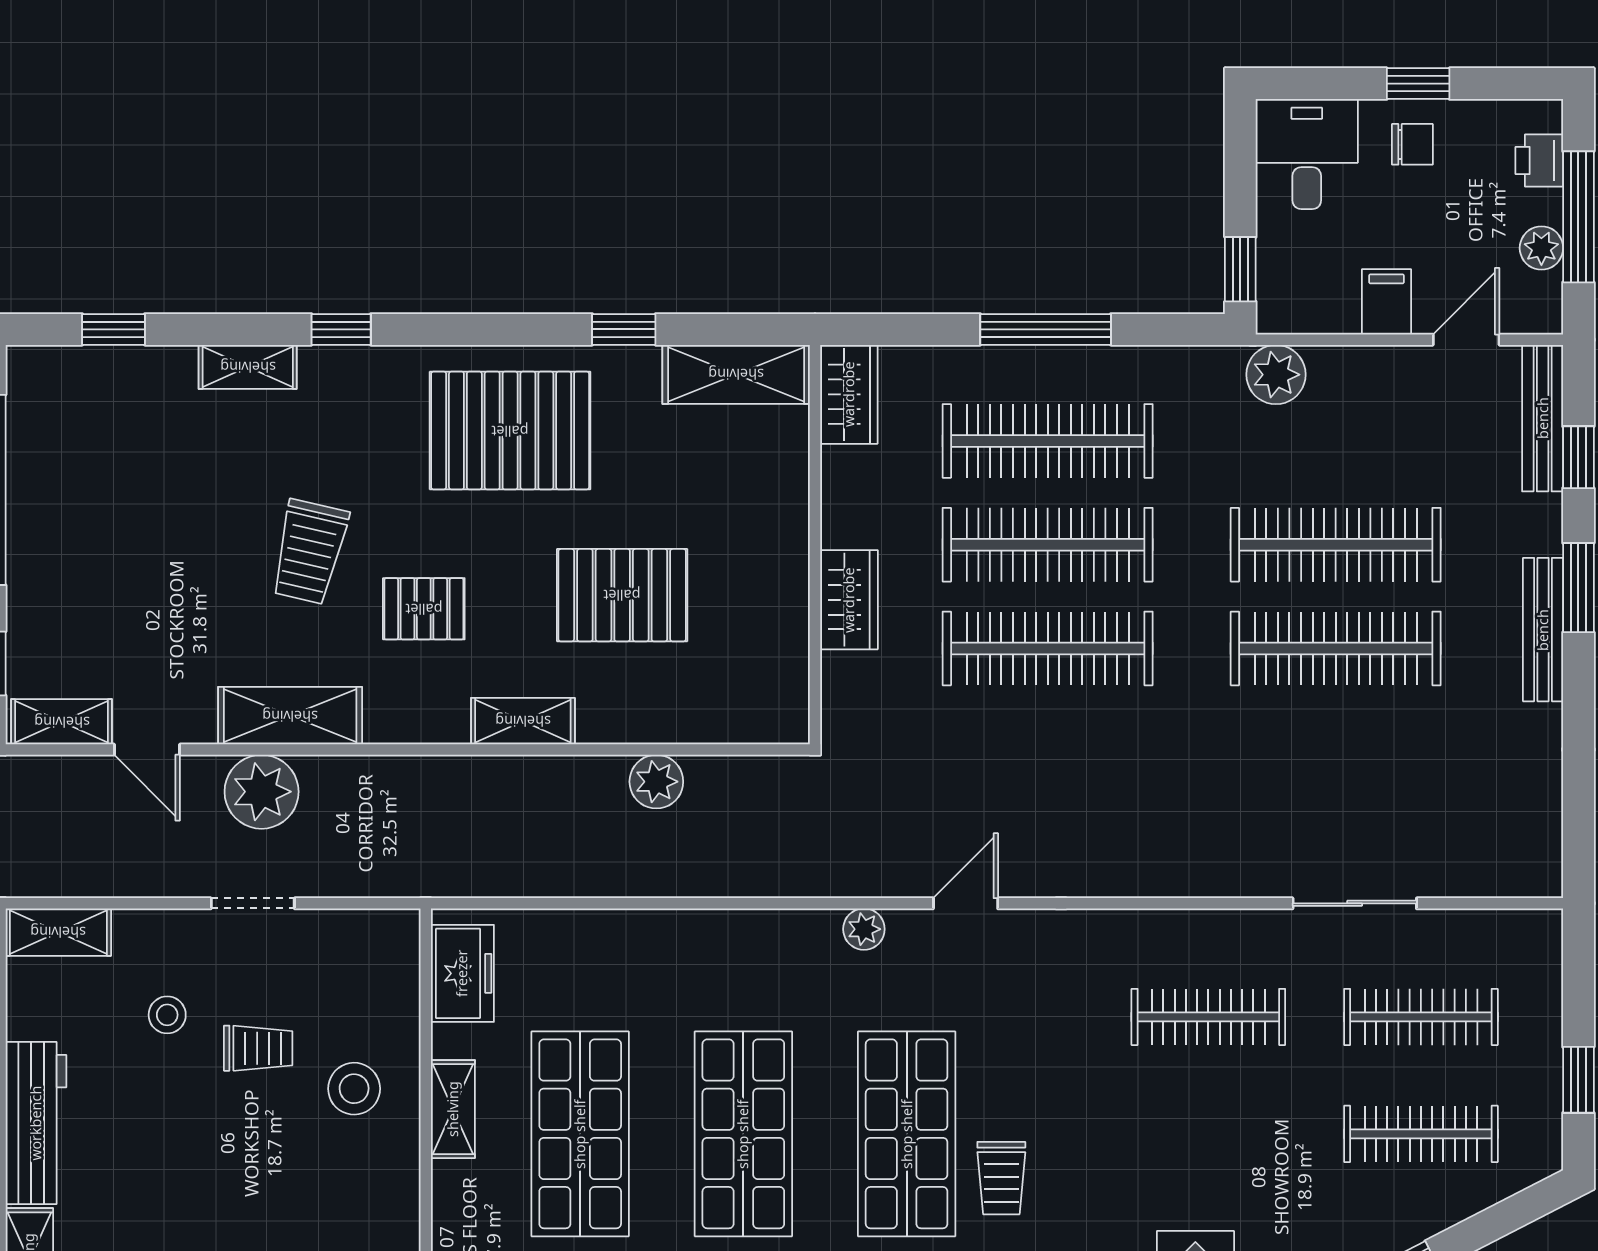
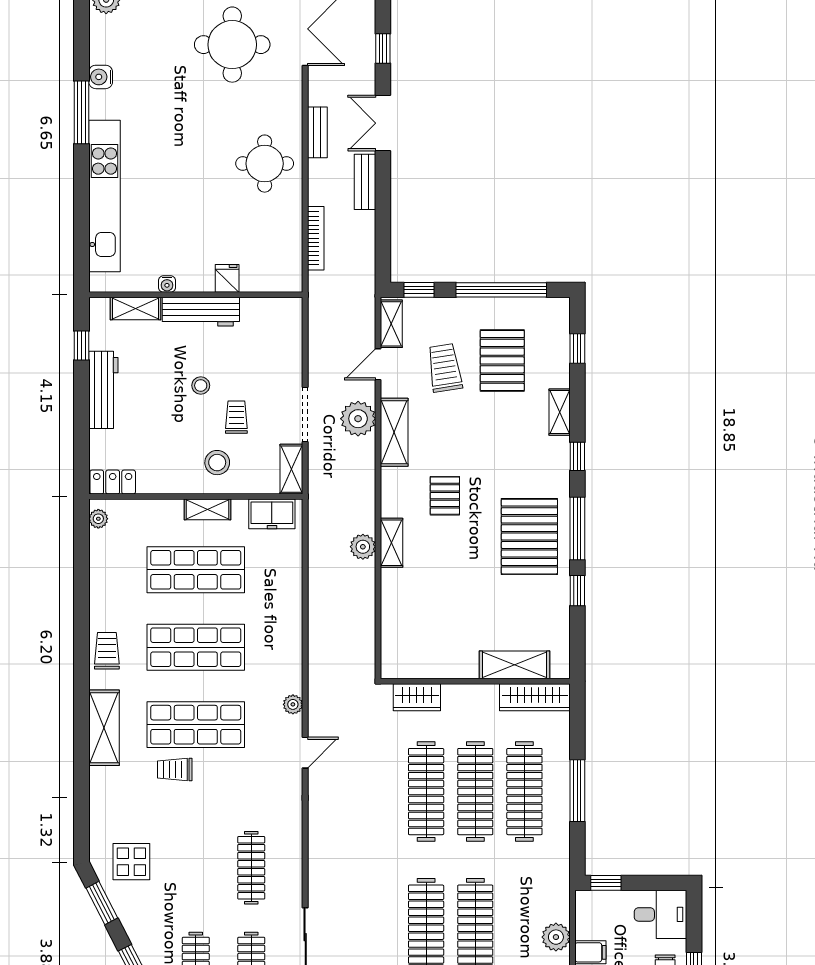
window: (493, 329) -> (577, 528), added
shelving: (736, 374) -> (515, 665), moved, turned 90
plant: (1276, 375) -> (556, 937), moved
wardrobe: (849, 394) -> (535, 697), width x1.50
trolley: (309, 552) -> (445, 368), moved, turned 68
pallet: (622, 595) -> (502, 360), moved
wardrobe: (849, 600) -> (417, 697), moved
plant: (656, 782) -> (363, 547), moved
doorway: (253, 903) -> (305, 414), width x1.38
door: (966, 903) -> (305, 753), hinge flipped
shelving: (58, 932) -> (291, 469), moved
stool: (167, 1015) -> (201, 385), moved
trolley: (258, 1048) -> (236, 417), turned 180

